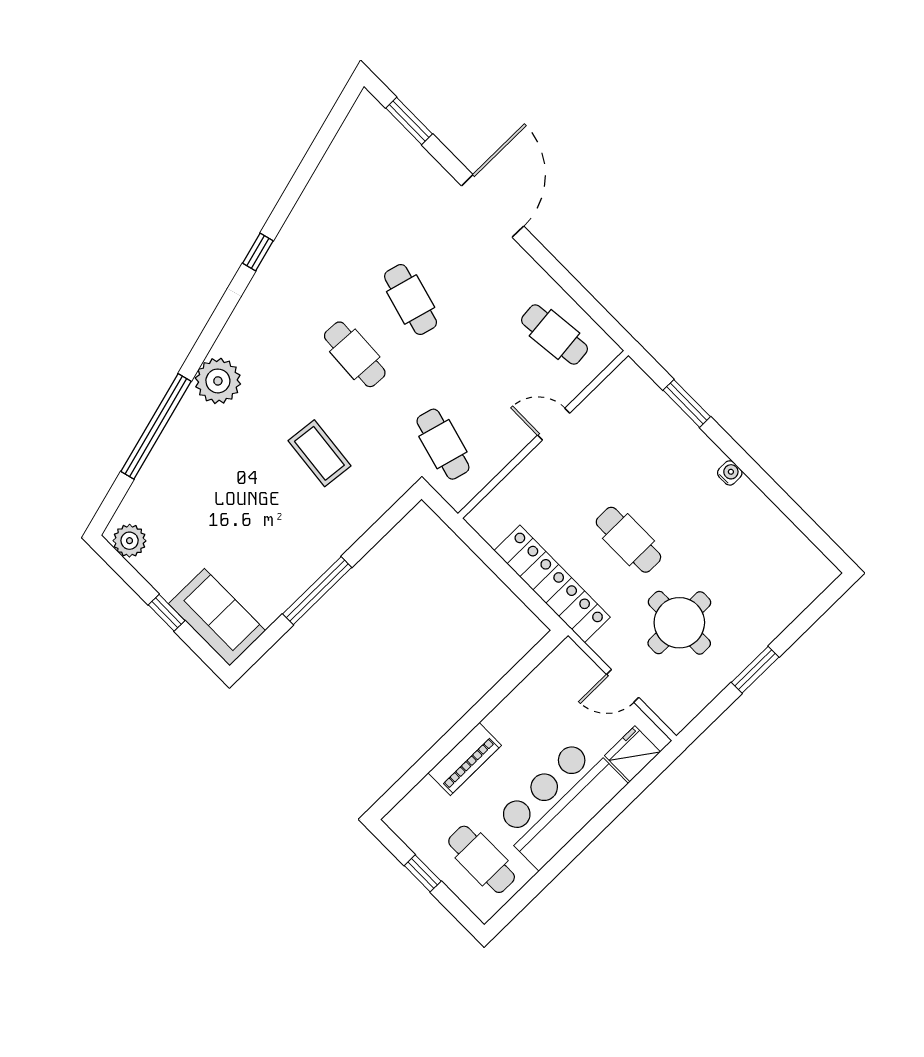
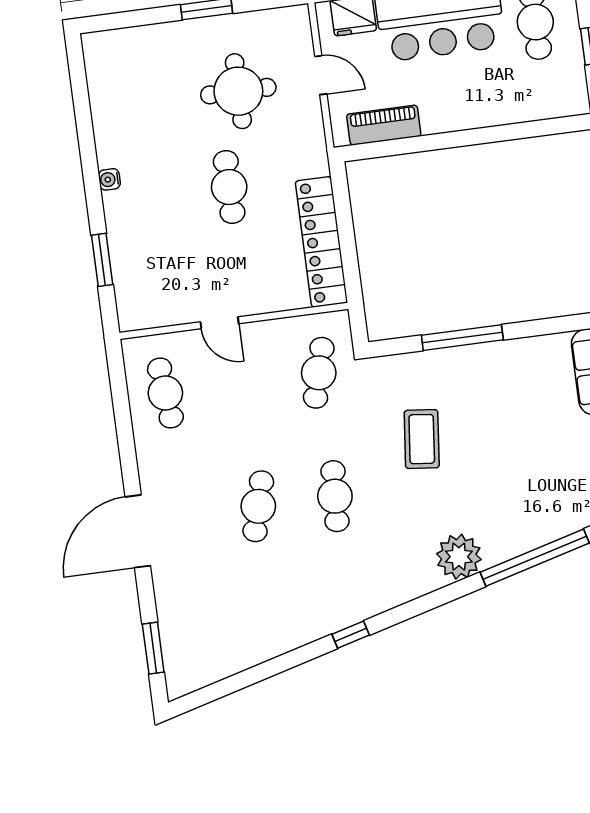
locker: (552, 584) -> (321, 242), moved
window: (317, 591) -> (462, 338), moved
piano: (465, 759) -> (384, 125), moved

